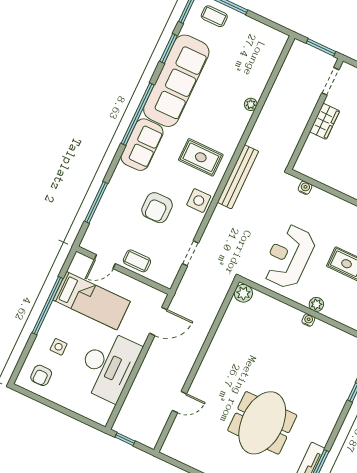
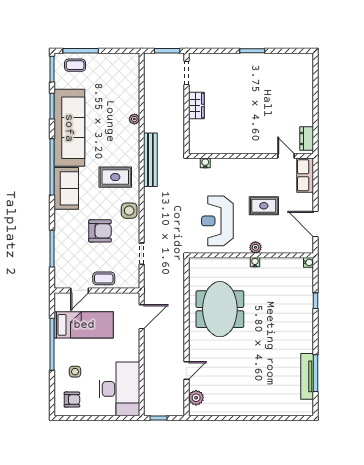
bench: (238, 177) -> (150, 160), moved
armchair: (157, 208) -> (100, 231), turned -90
plant: (243, 293) -> (196, 398), moved
desk: (108, 366) -> (119, 389), moved
armchair: (41, 375) -> (72, 400), turned -90
meeting table: (262, 423) -> (220, 309), moved

